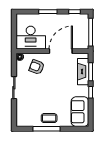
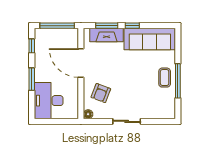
desk: (31, 38) -> (49, 101), moved, turned 180
sofa: (80, 112) -> (150, 39), width x1.36

